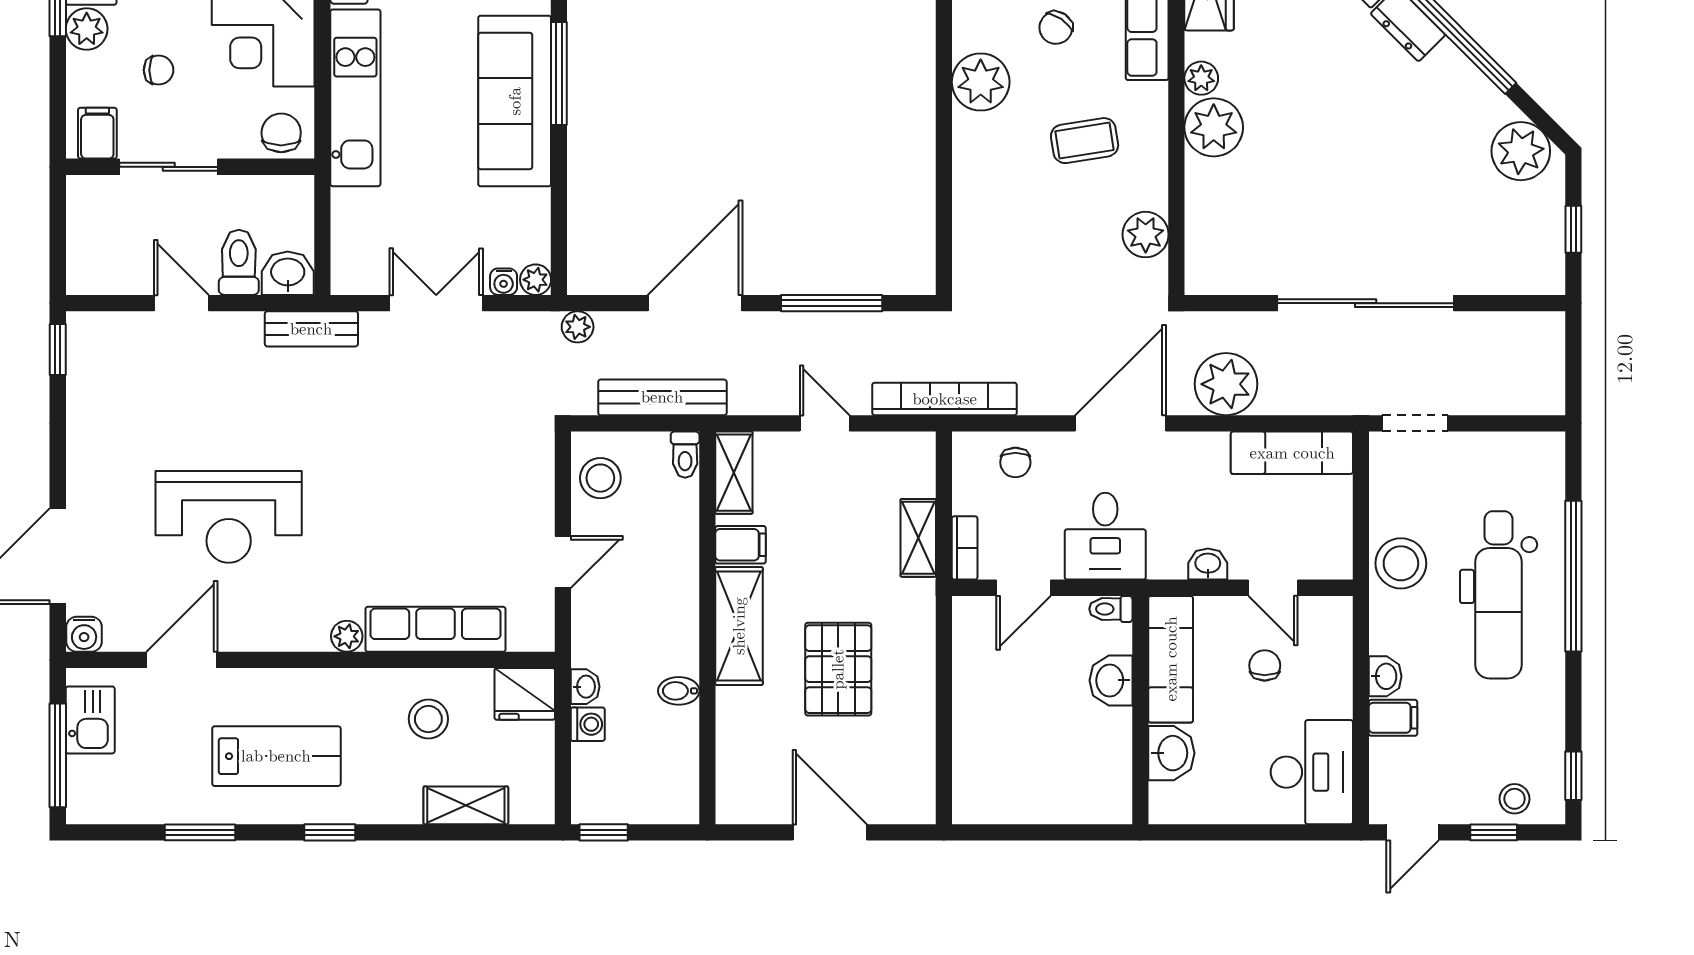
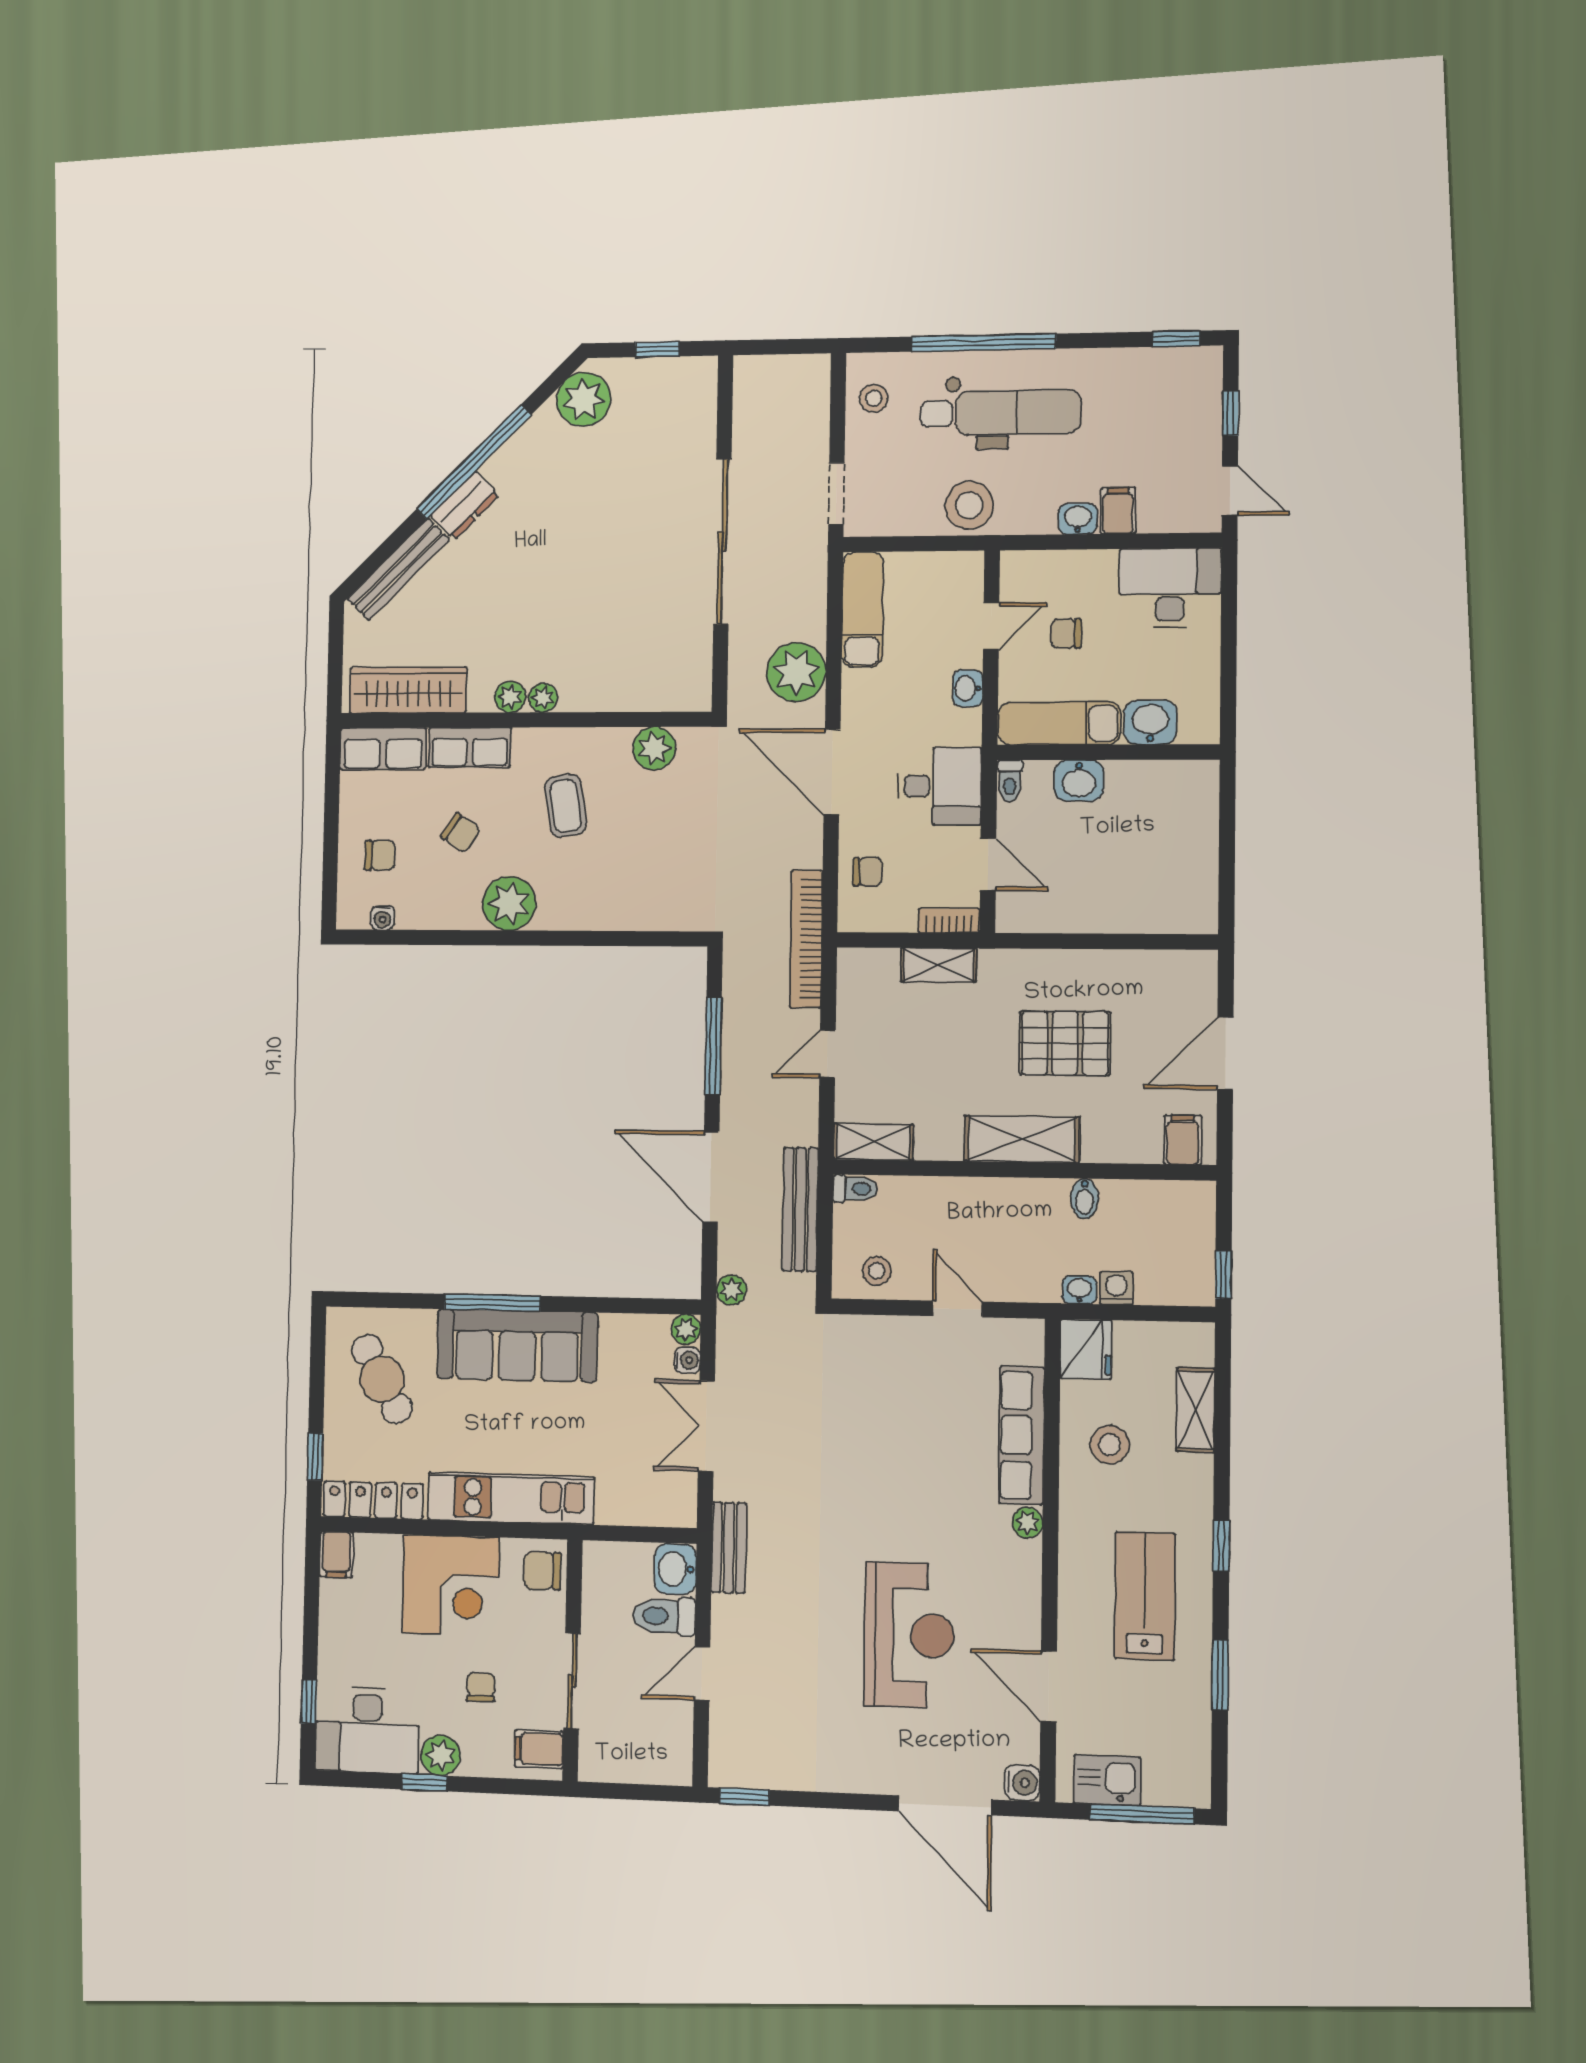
plant: (1214, 127) -> (543, 698), width x0.53, depth x0.53
stool: (600, 478) -> (877, 1271), width x0.73, depth x0.73
filing cabinet: (741, 545) -> (1183, 1140), moved
stool: (1515, 799) -> (874, 398), moved

